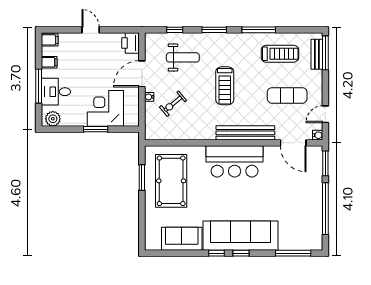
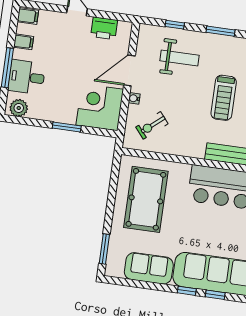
printer: (131, 43) -> (104, 28), moved, turned -90
exercise bike: (173, 104) -> (152, 125), moved
corner desk: (105, 108) -> (100, 107), moved
window: (142, 177) -> (104, 249), moved

